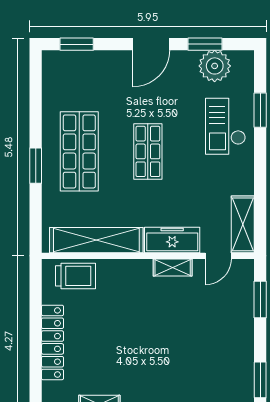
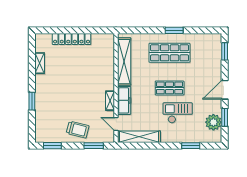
door: (151, 44) -> (225, 90), hinge flipped
checkout: (225, 126) -> (178, 113), moved
window: (36, 166) -> (174, 30), moved
shelving: (243, 224) -> (139, 137), width x1.47
trolley: (75, 276) -> (78, 130), moved, turned -76

